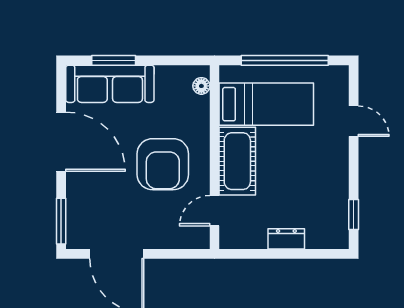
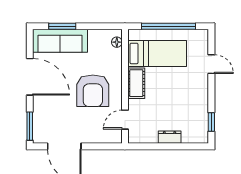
cot: (237, 161) -> (136, 83), width x0.73, depth x0.75

